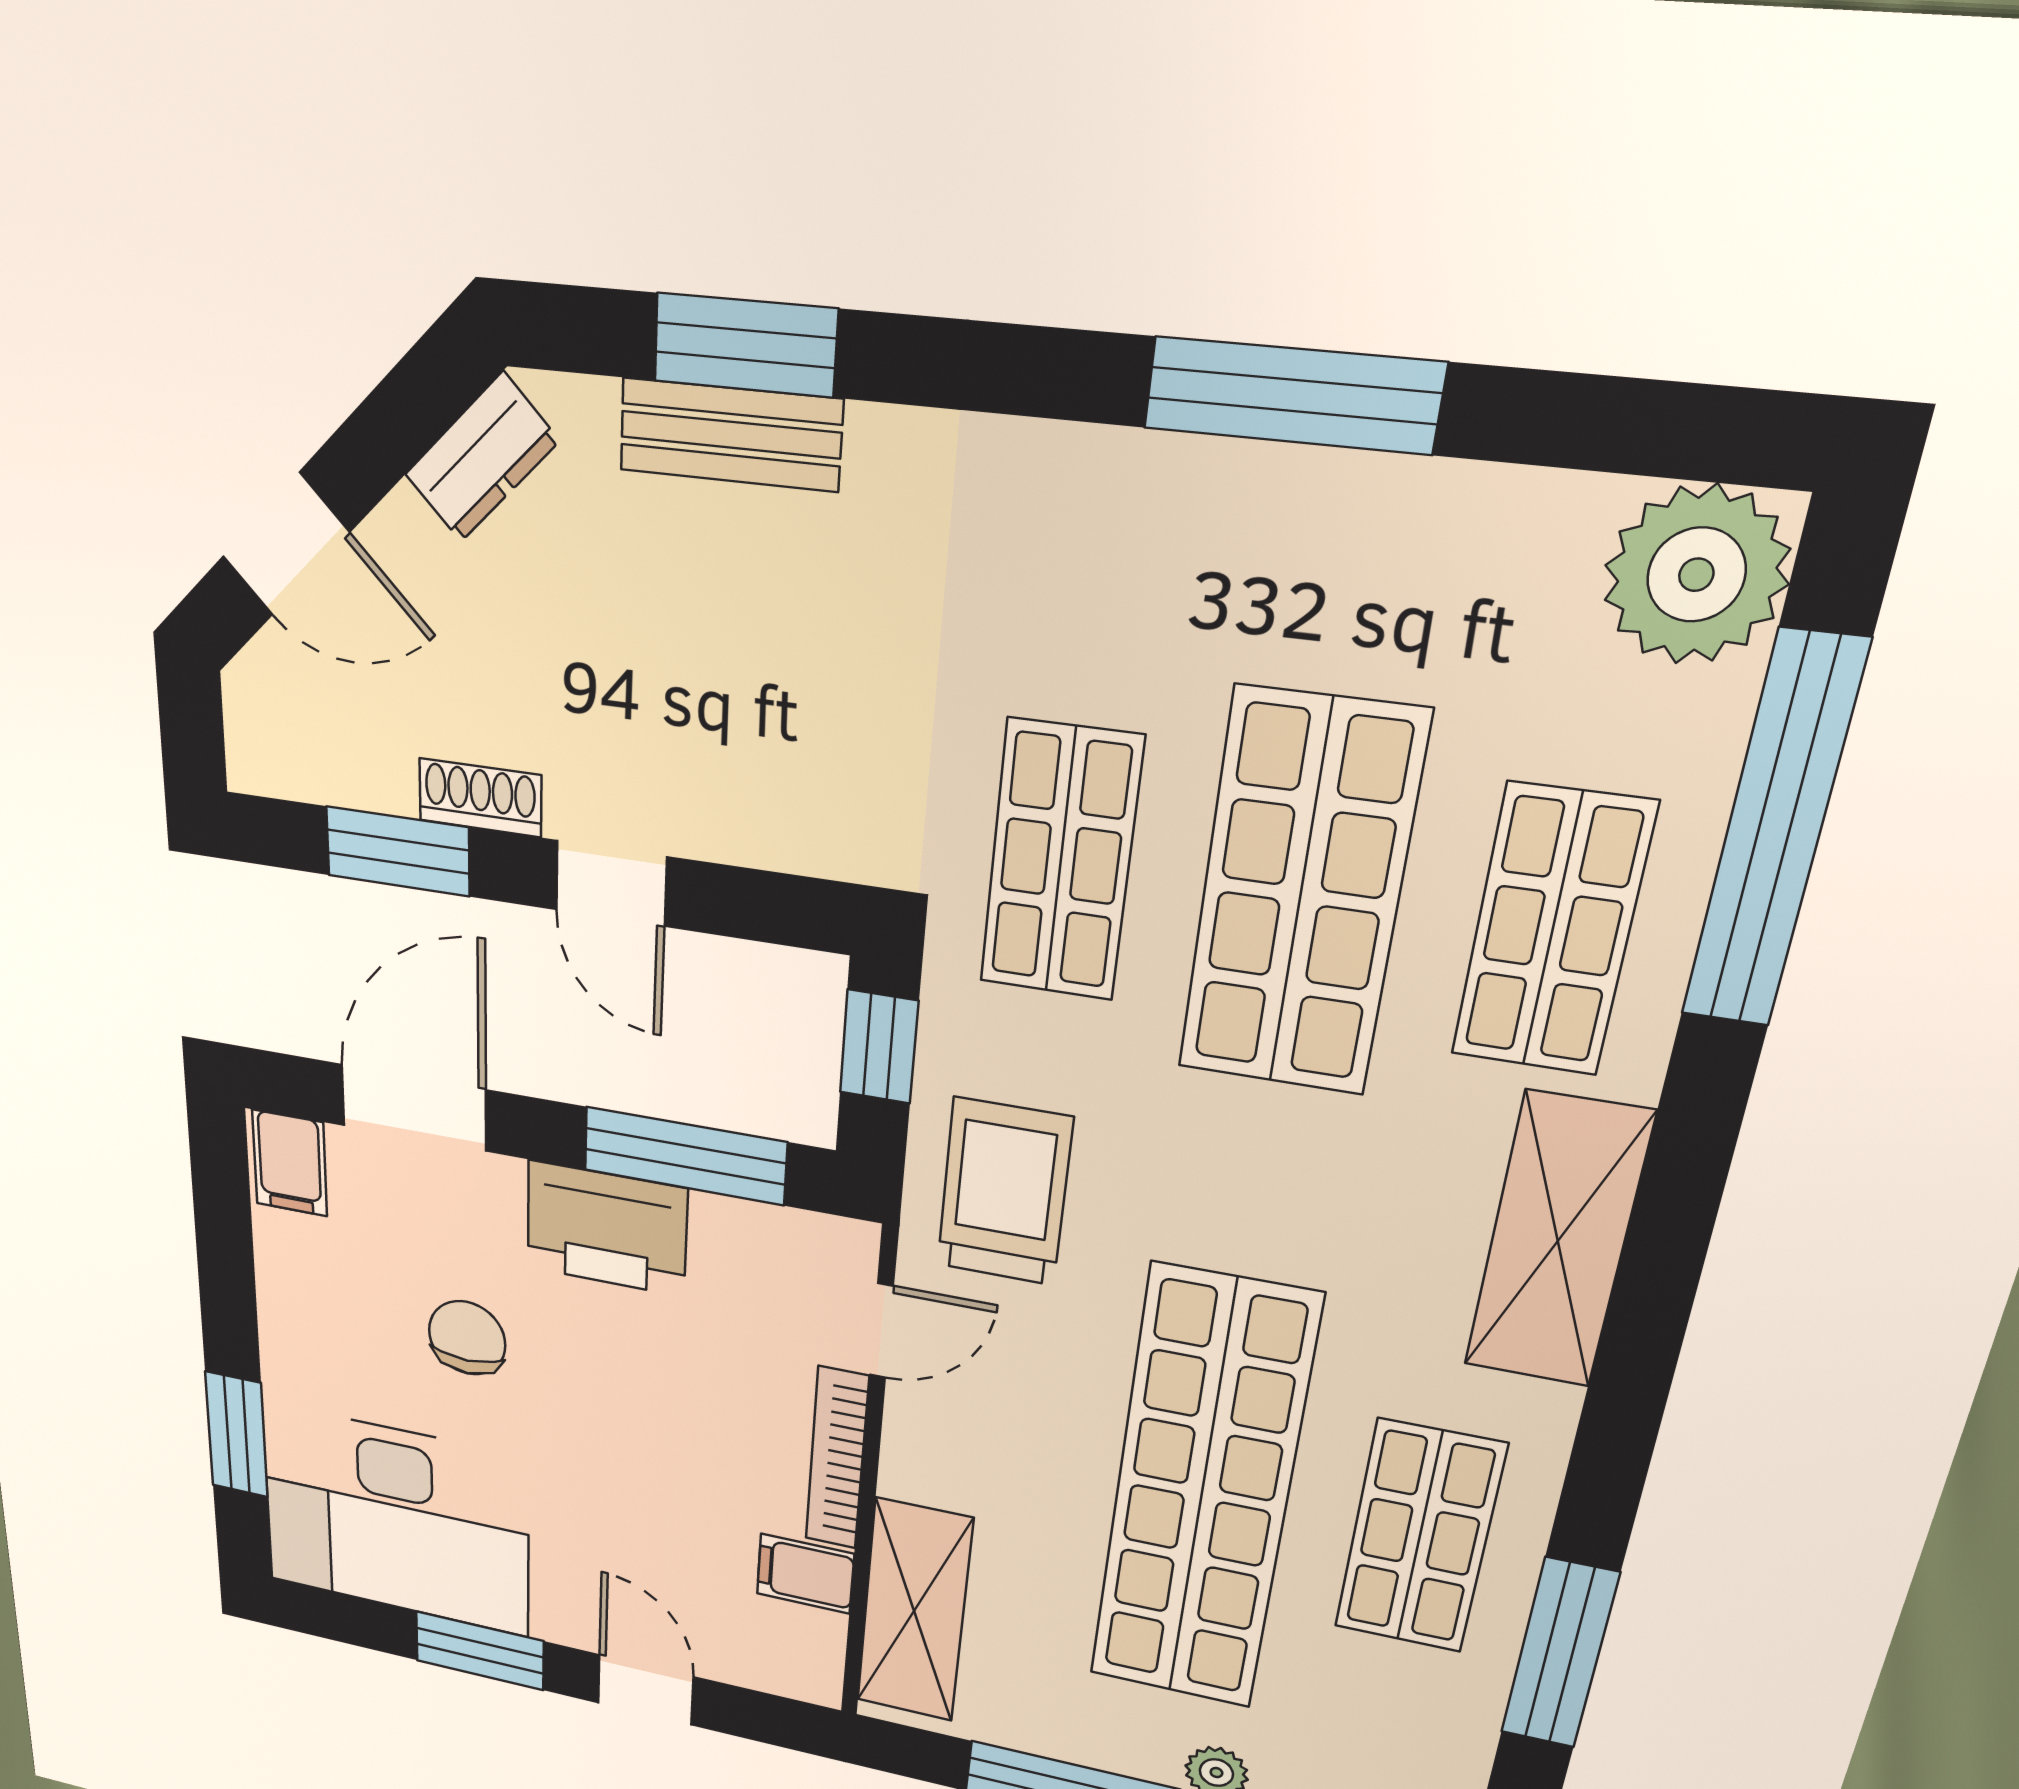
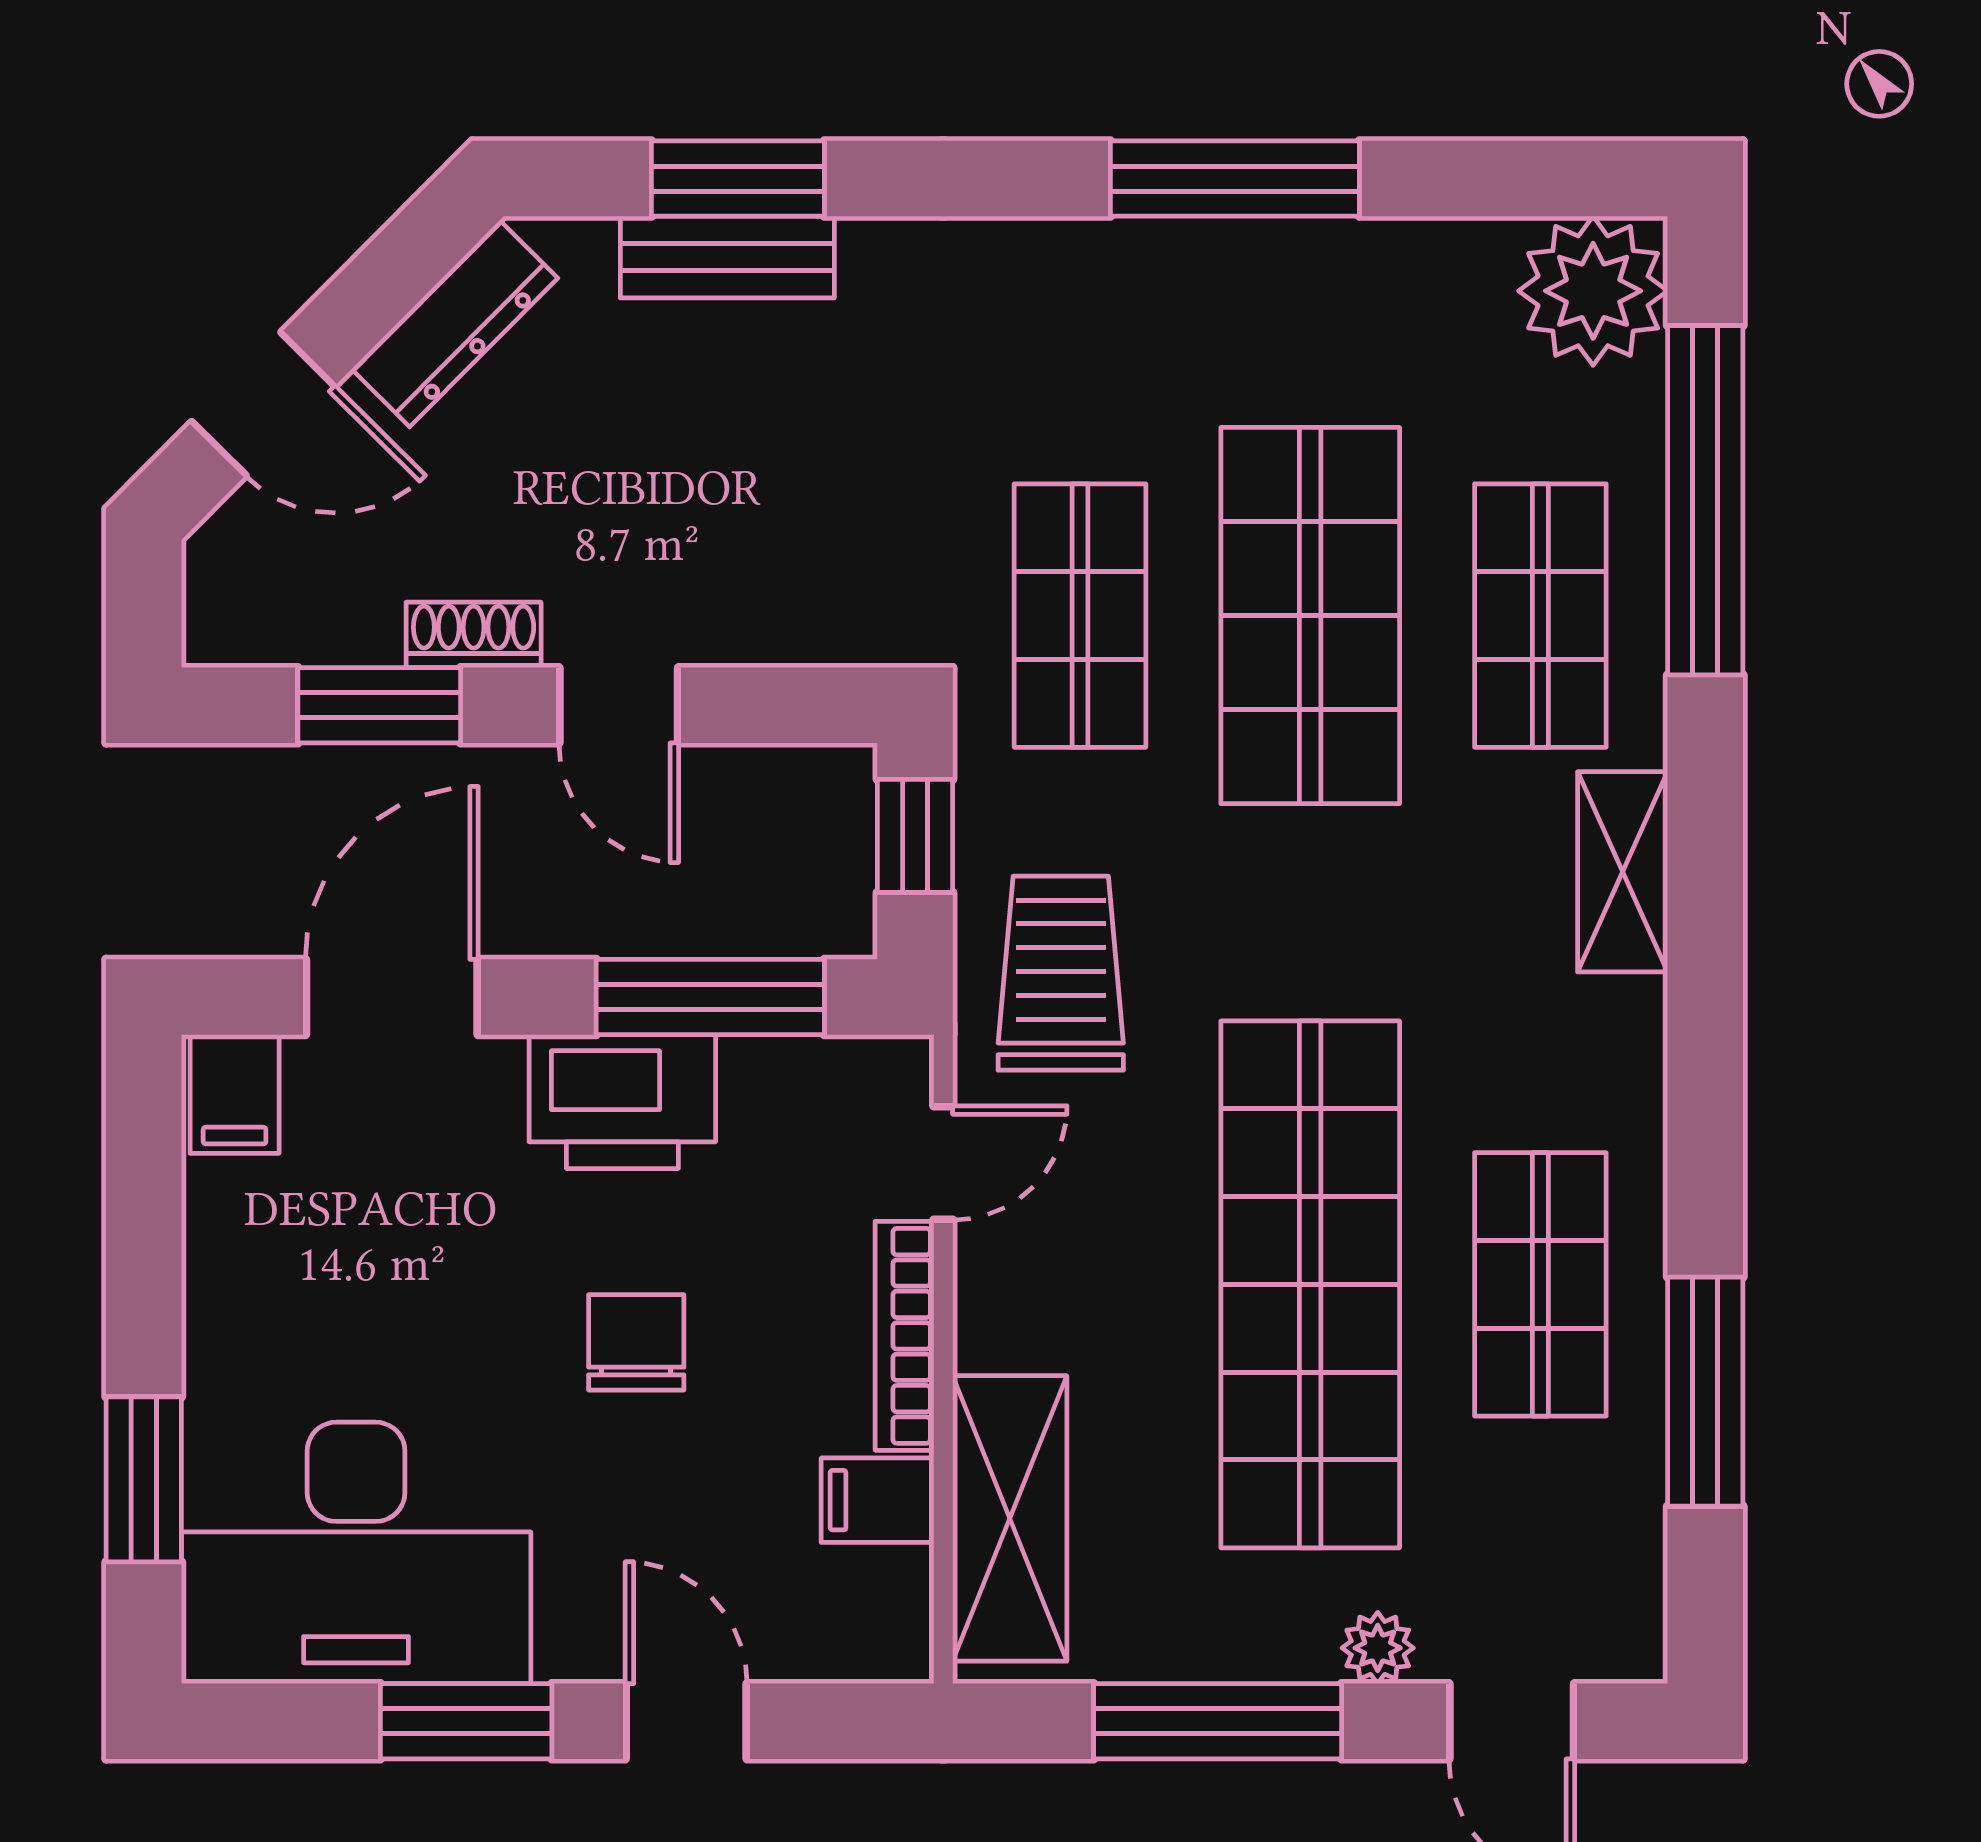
dresser: (482, 458) -> (455, 324), width x1.44
shelving: (1558, 1241) -> (1623, 872), width x0.67, depth x0.75
chair: (467, 1338) -> (636, 1342), moved

